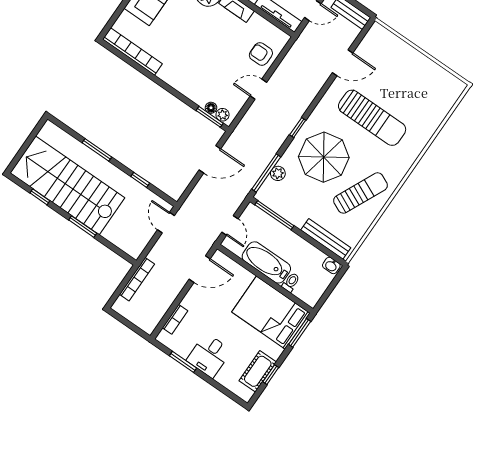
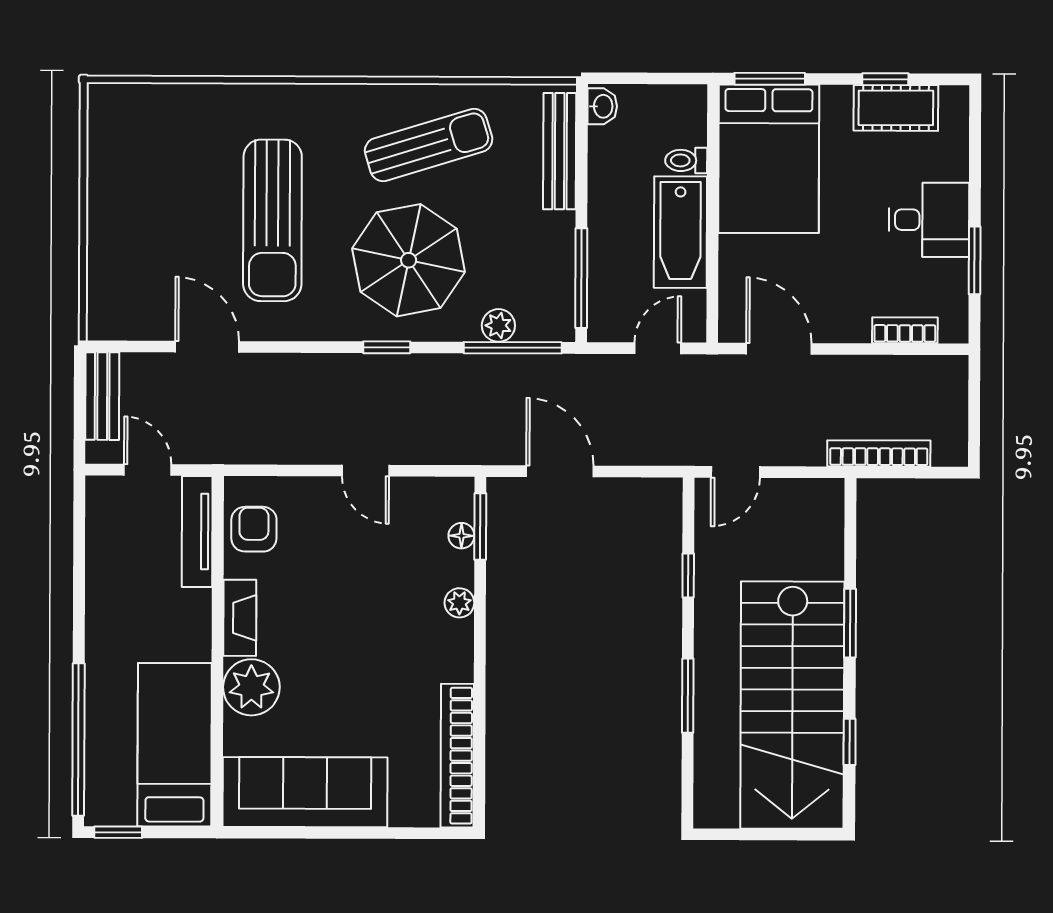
armchair: (261, 54) -> (254, 529), moved, turned 180
plant: (223, 115) -> (459, 603), moved
sun lounger: (372, 118) -> (272, 220), turned 180
sun lounger: (361, 193) -> (429, 145), turned 138

